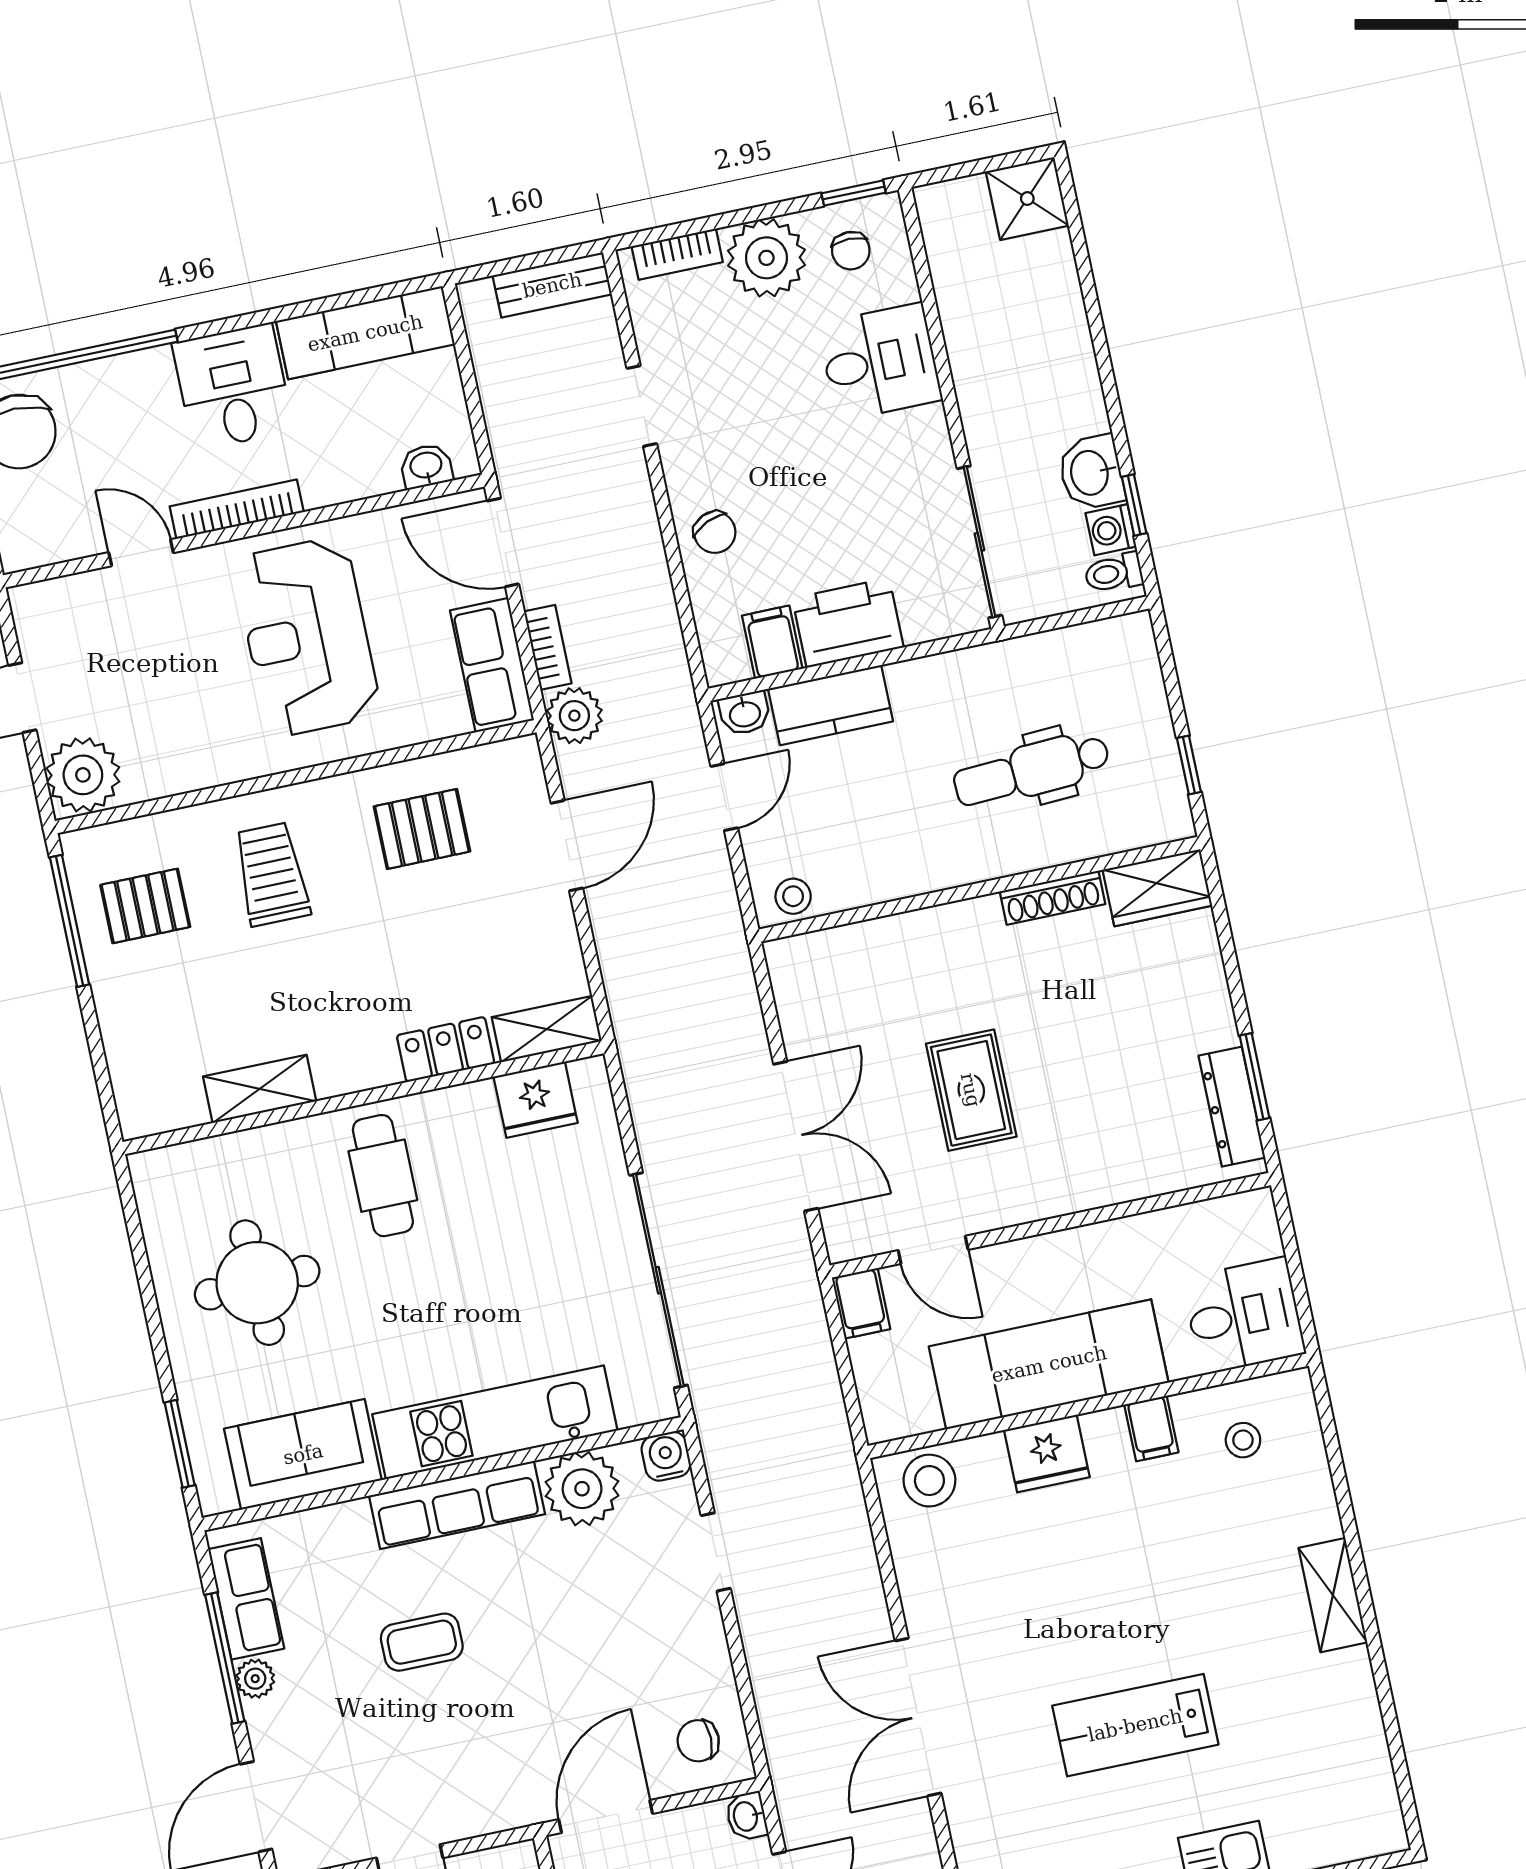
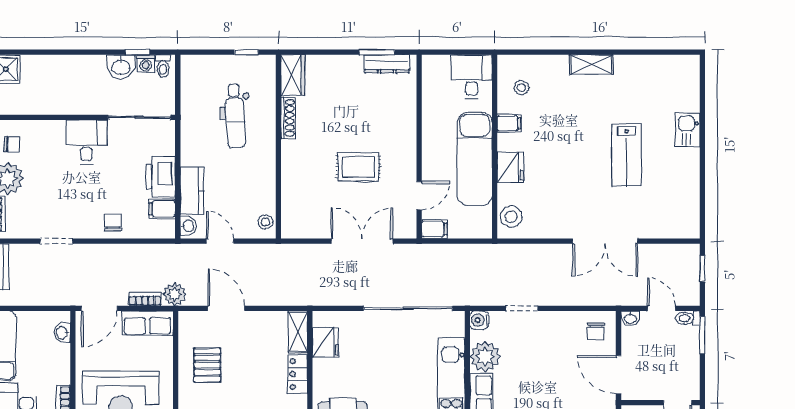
desk: (880, 362) -> (86, 142), moved
chair: (715, 532) -> (113, 223), turned -66

